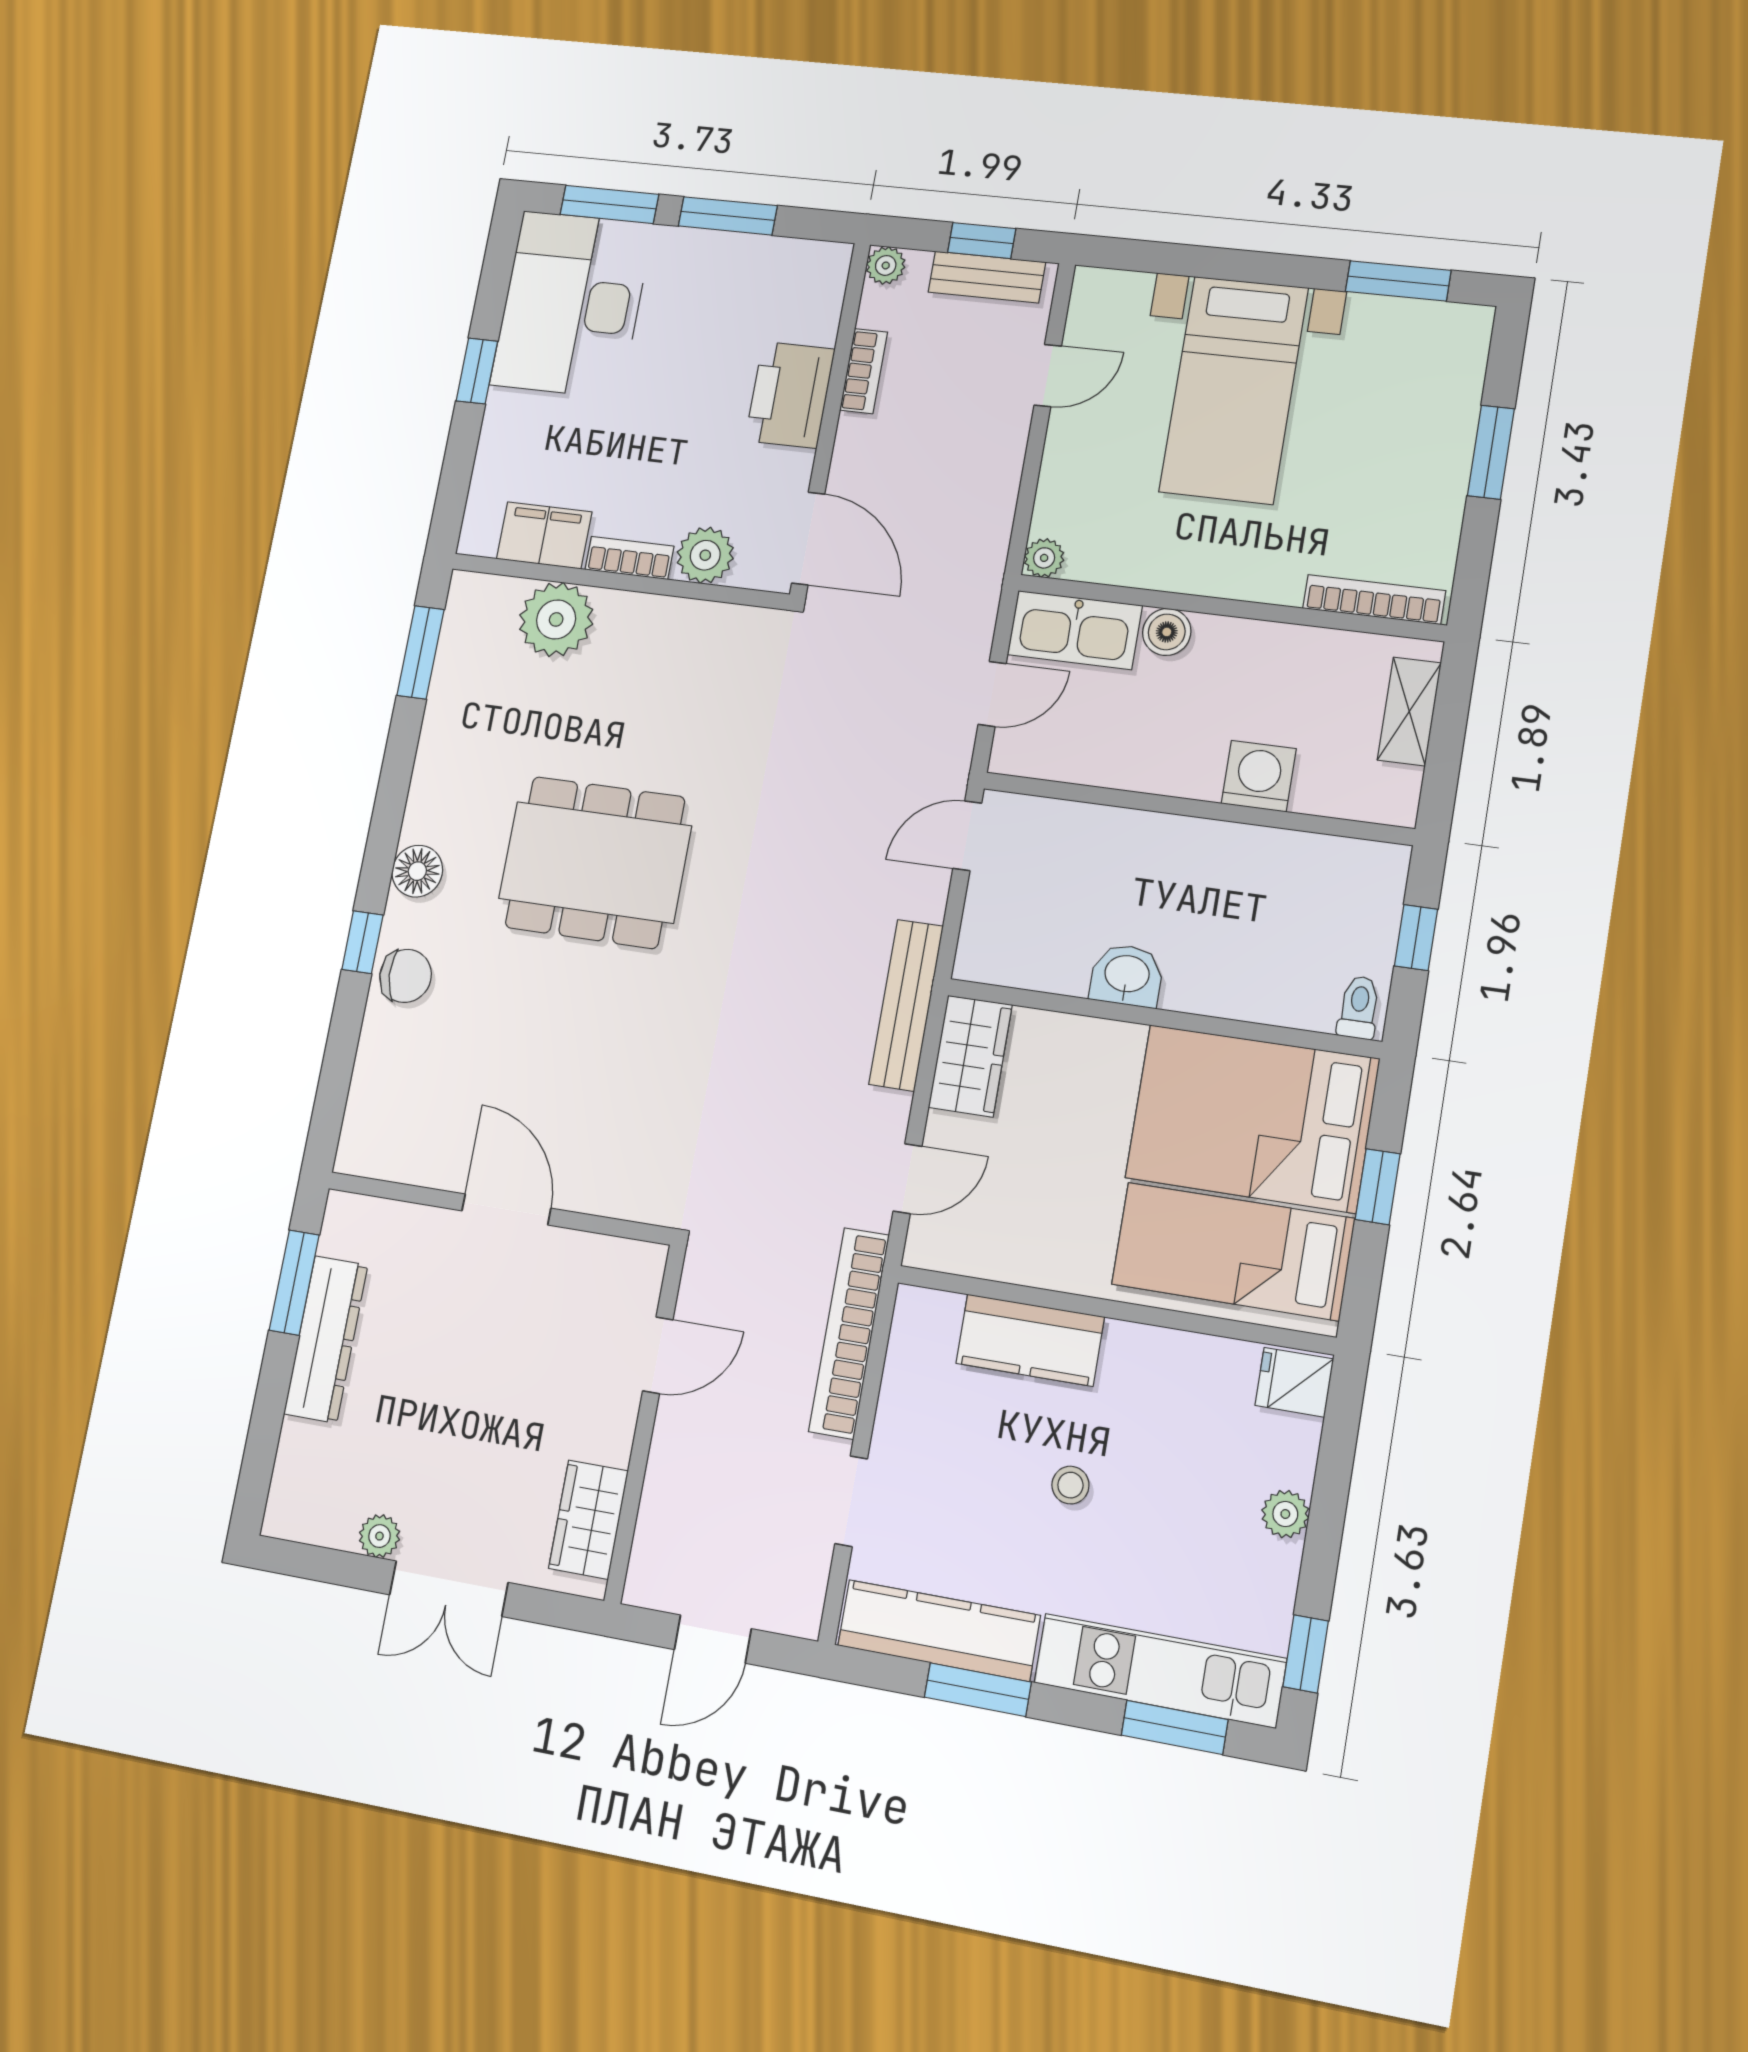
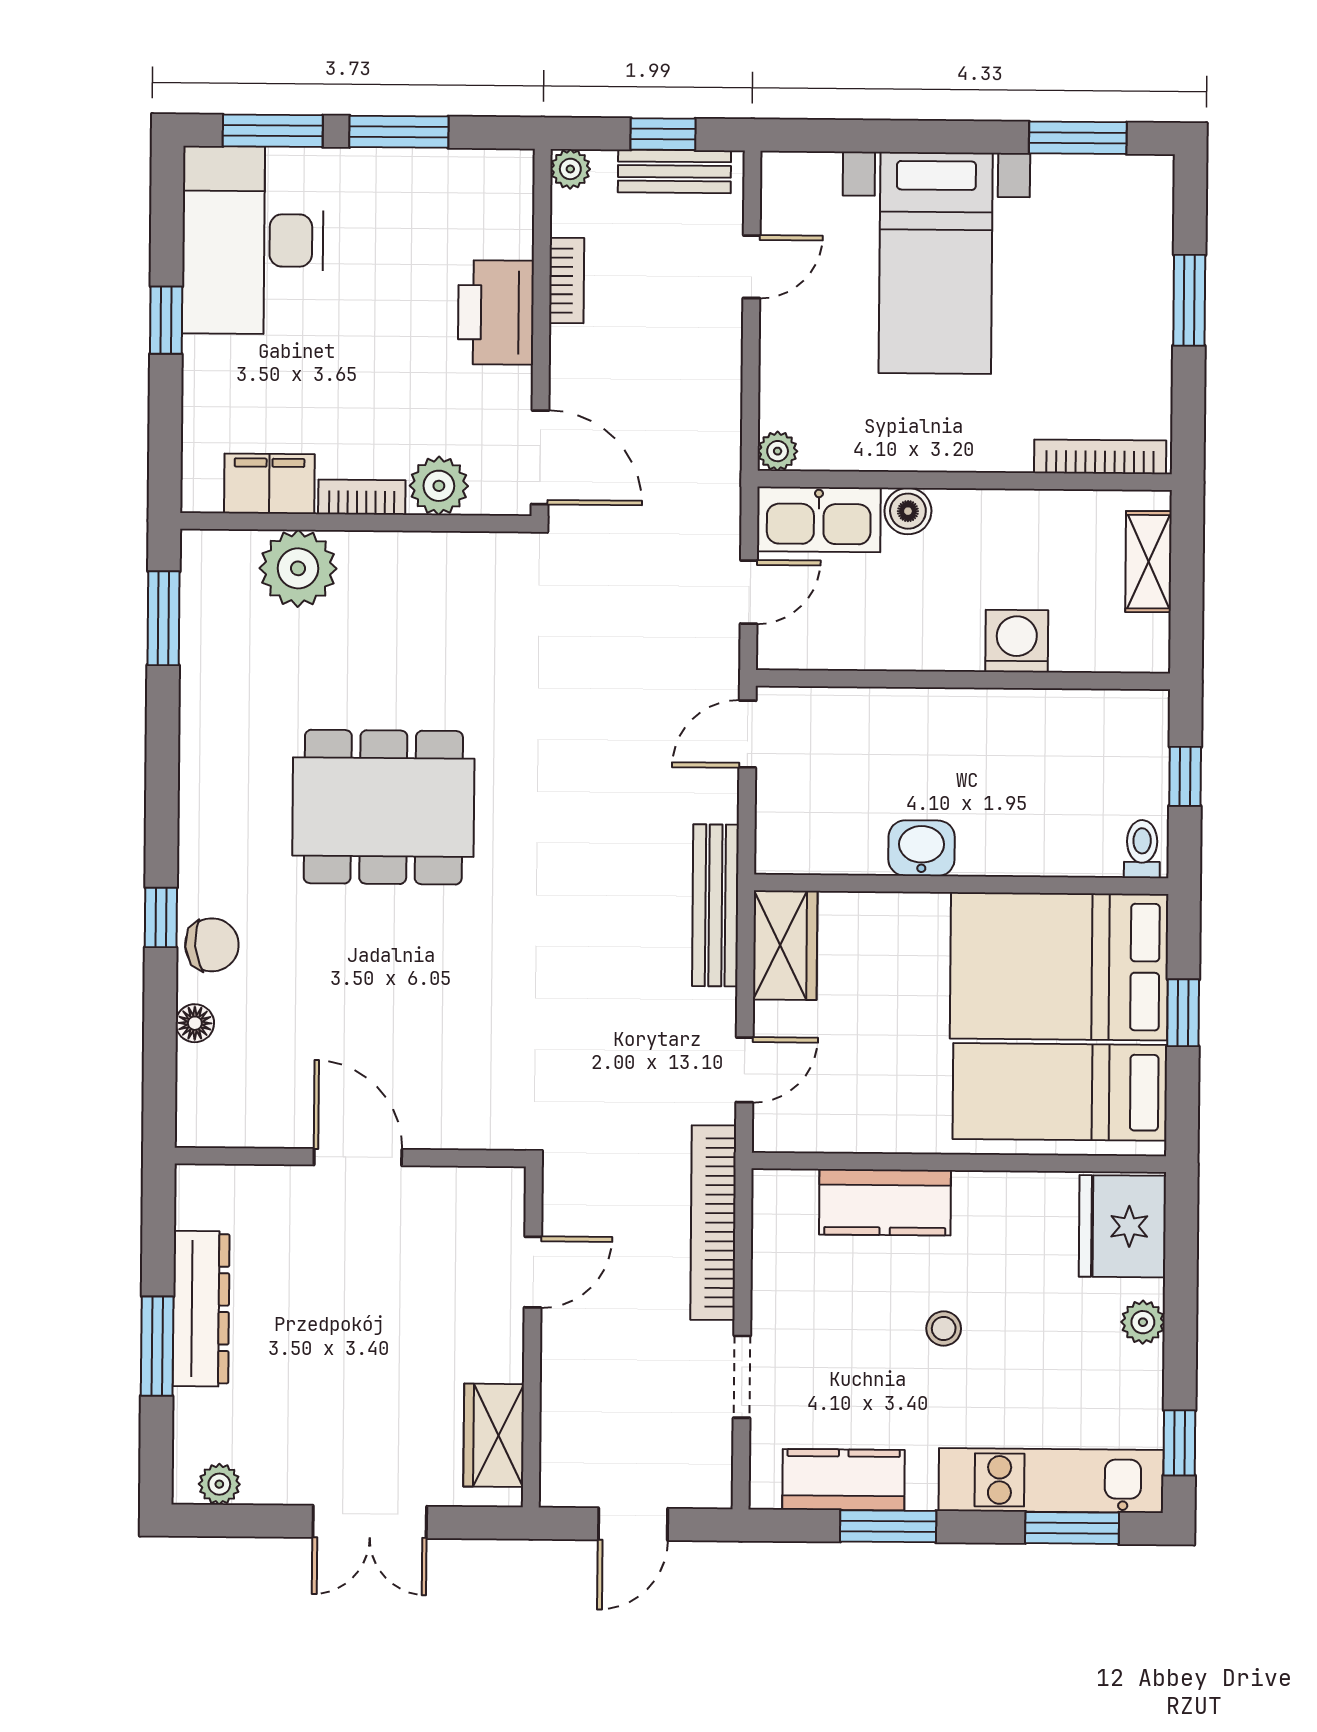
floor lamp: (417, 871) -> (195, 1023), moved, width x0.73, depth x0.73
window: (294, 1283) -> (157, 1346), moved
fridge: (1294, 1382) -> (1122, 1226), width x1.88, depth x1.34
plant: (379, 1536) -> (219, 1484), moved
kitchen counter: (939, 1630) -> (843, 1480), width x0.67

